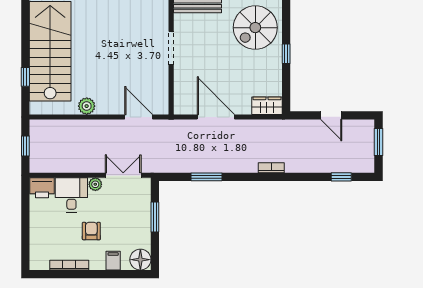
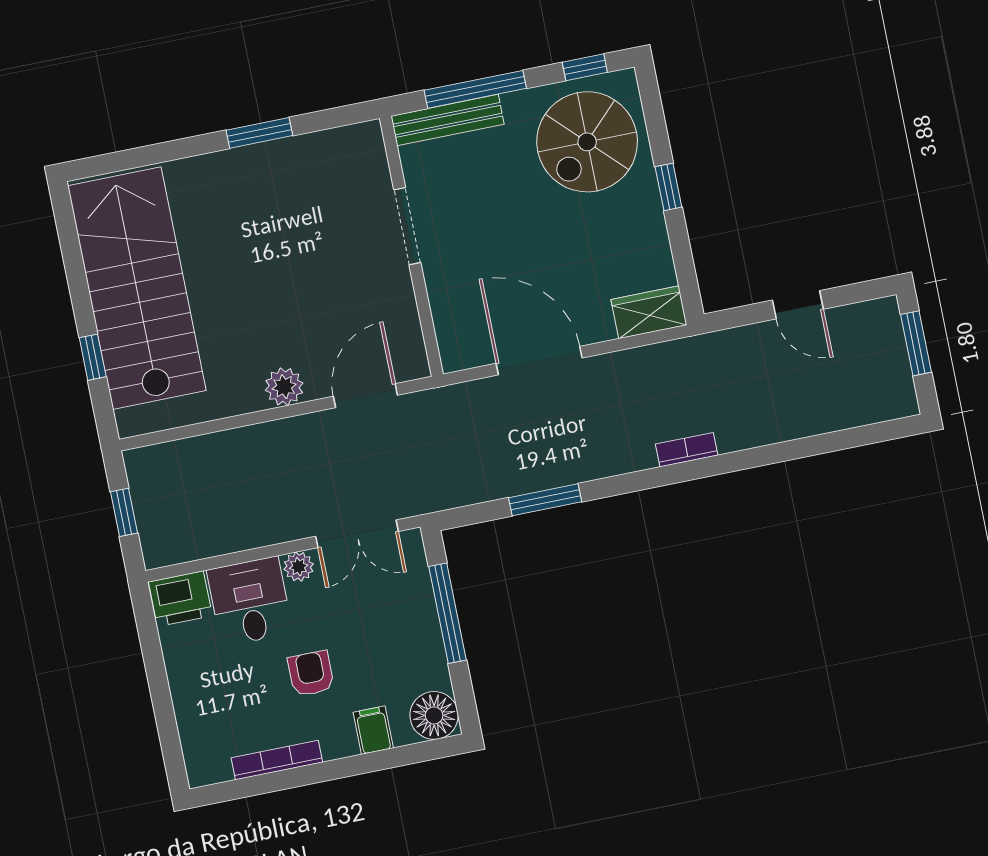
plant: (87, 106) -> (284, 387), moved
door: (139, 117) -> (365, 396), hinge flipped
double door: (123, 175) -> (357, 534), swing flipped
window: (341, 177) -> (848, 439), removed
window: (155, 217) -> (447, 613), width x1.44

